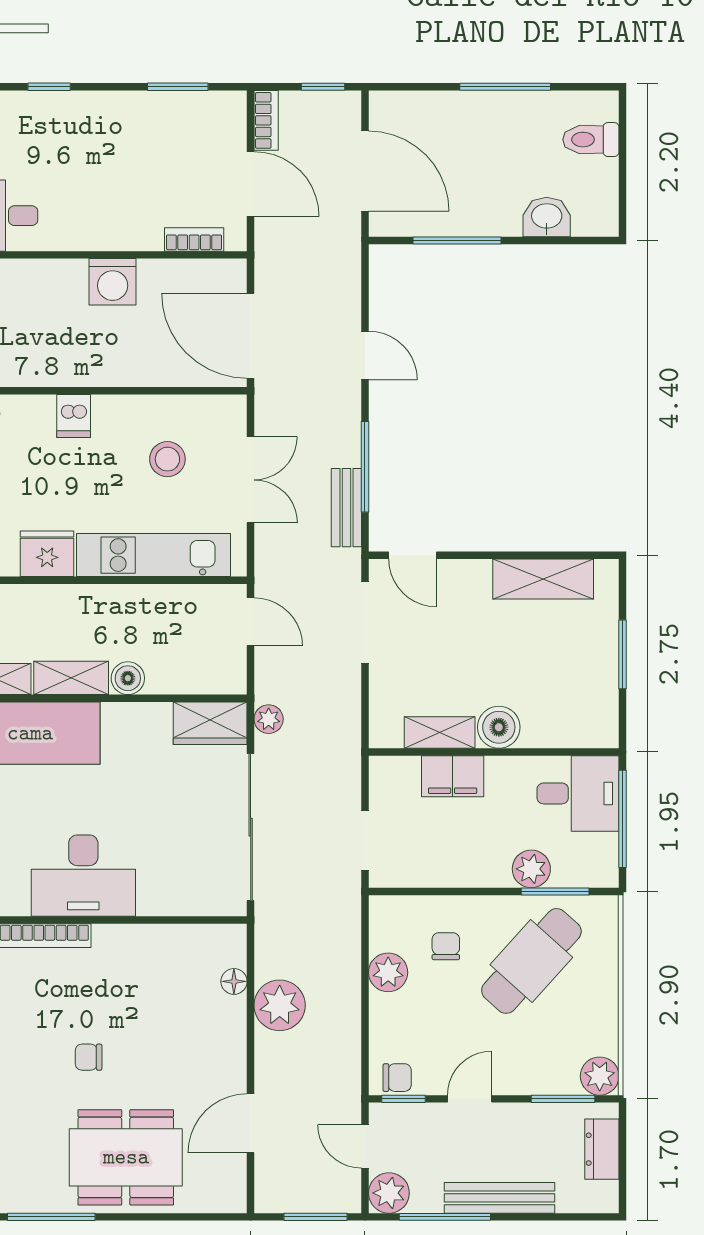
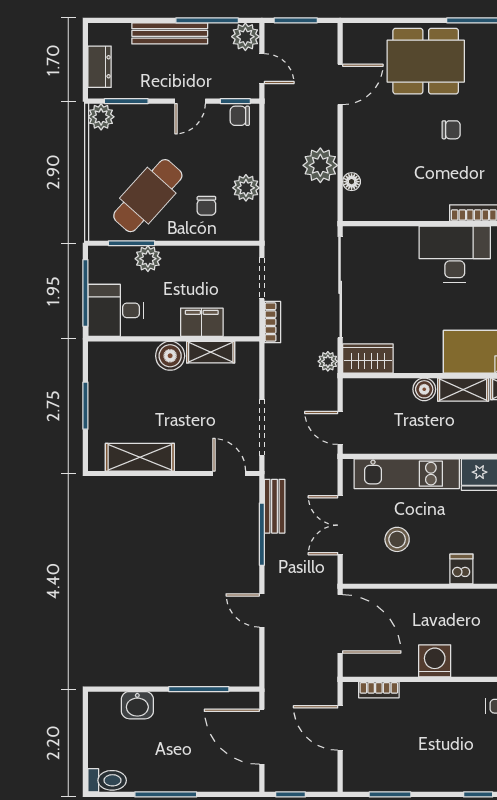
bookcase: (266, 120) -> (272, 322), moved, turned 180
toilet: (591, 140) -> (107, 780), moved

